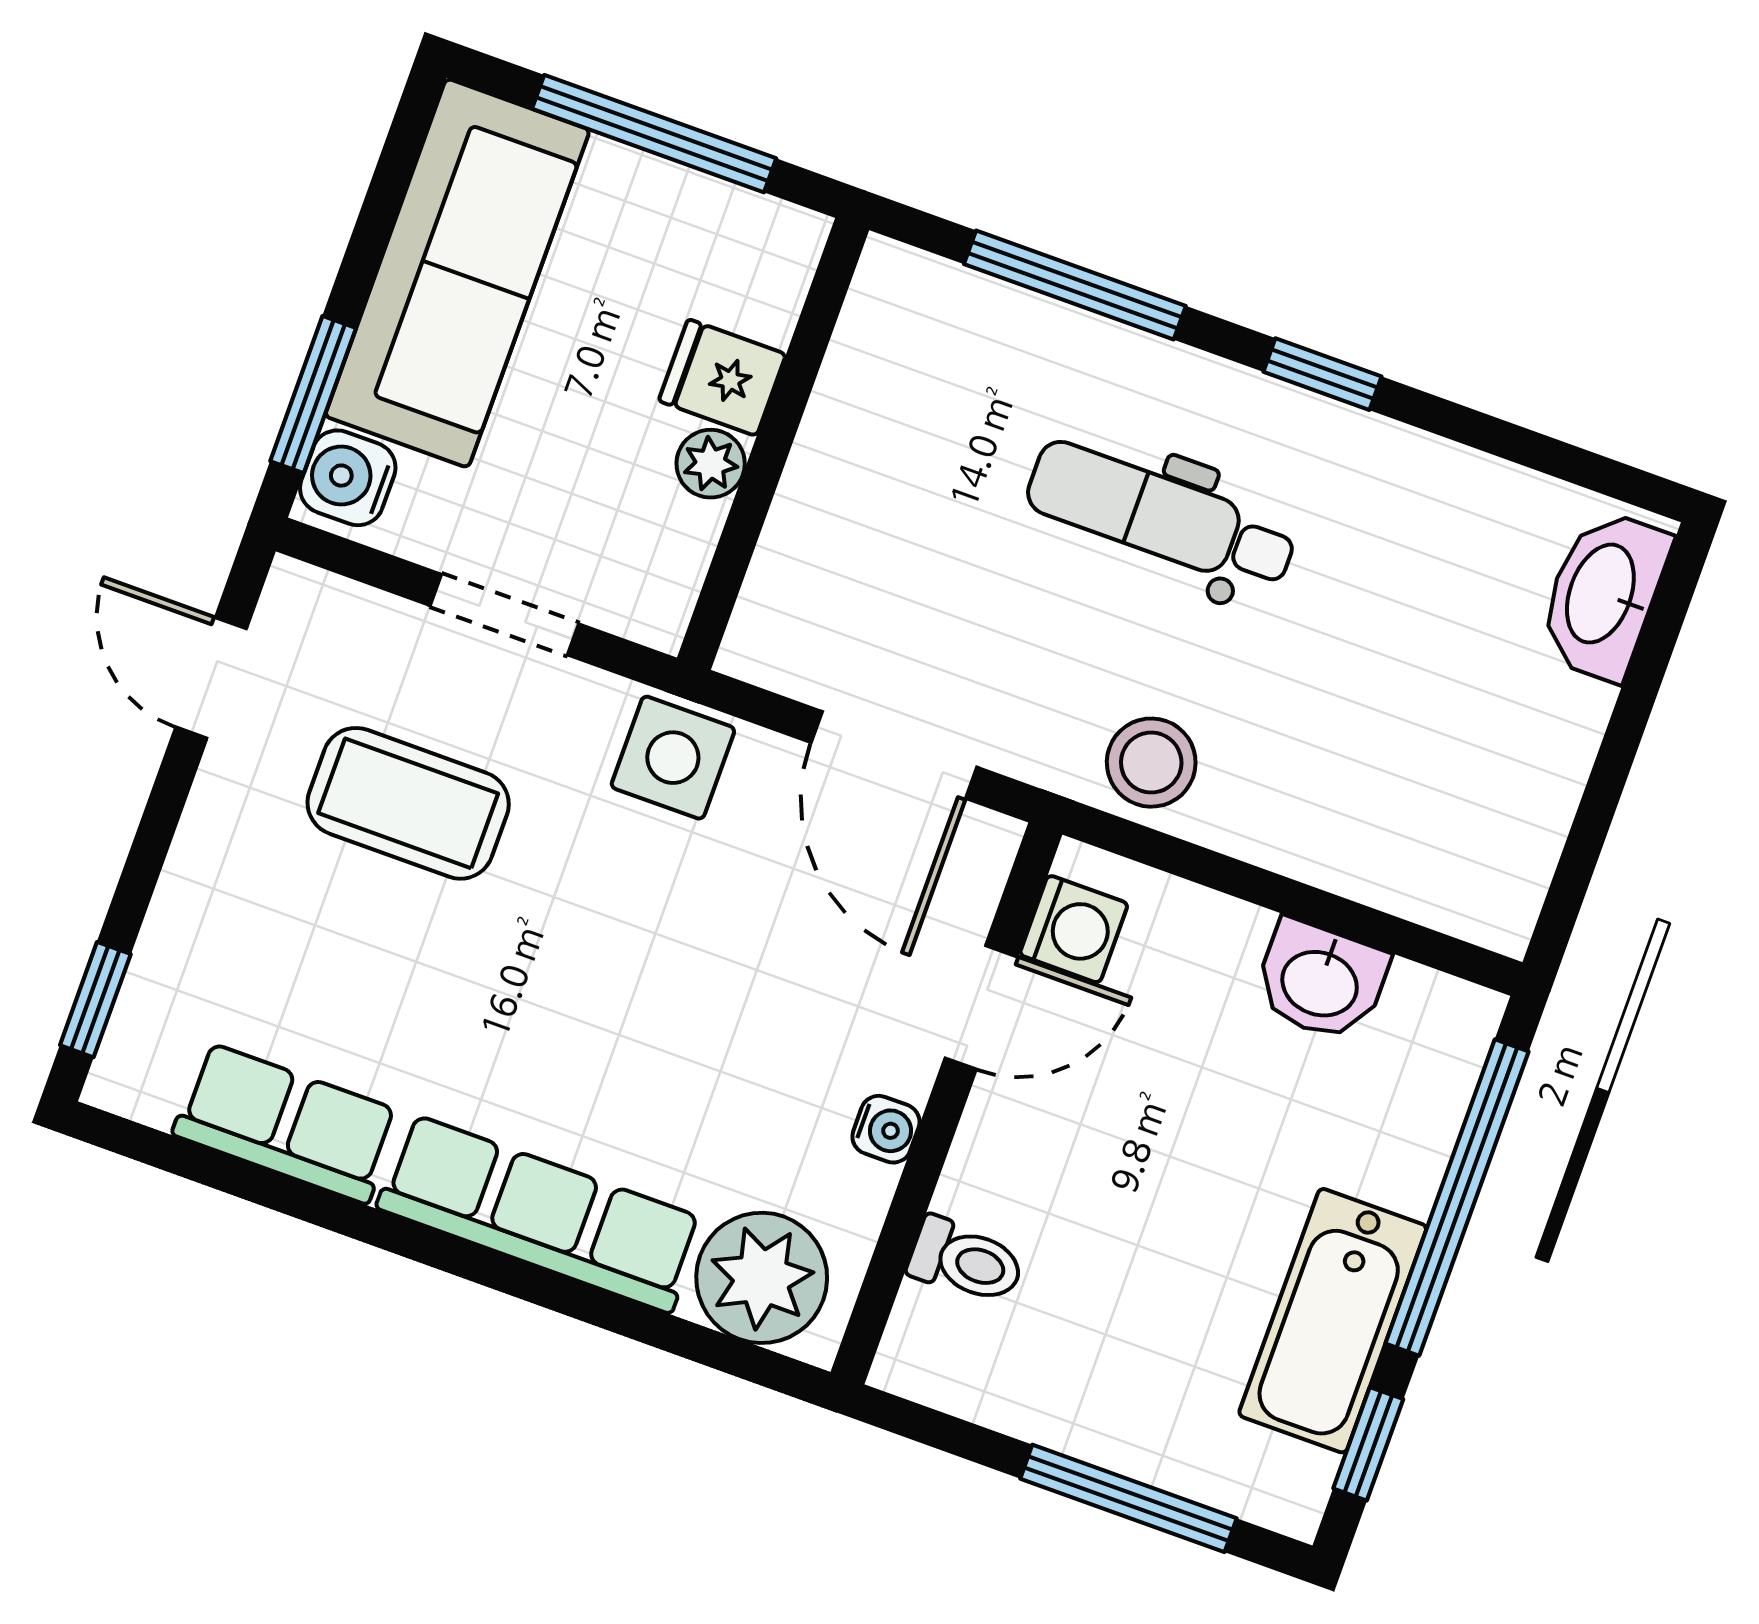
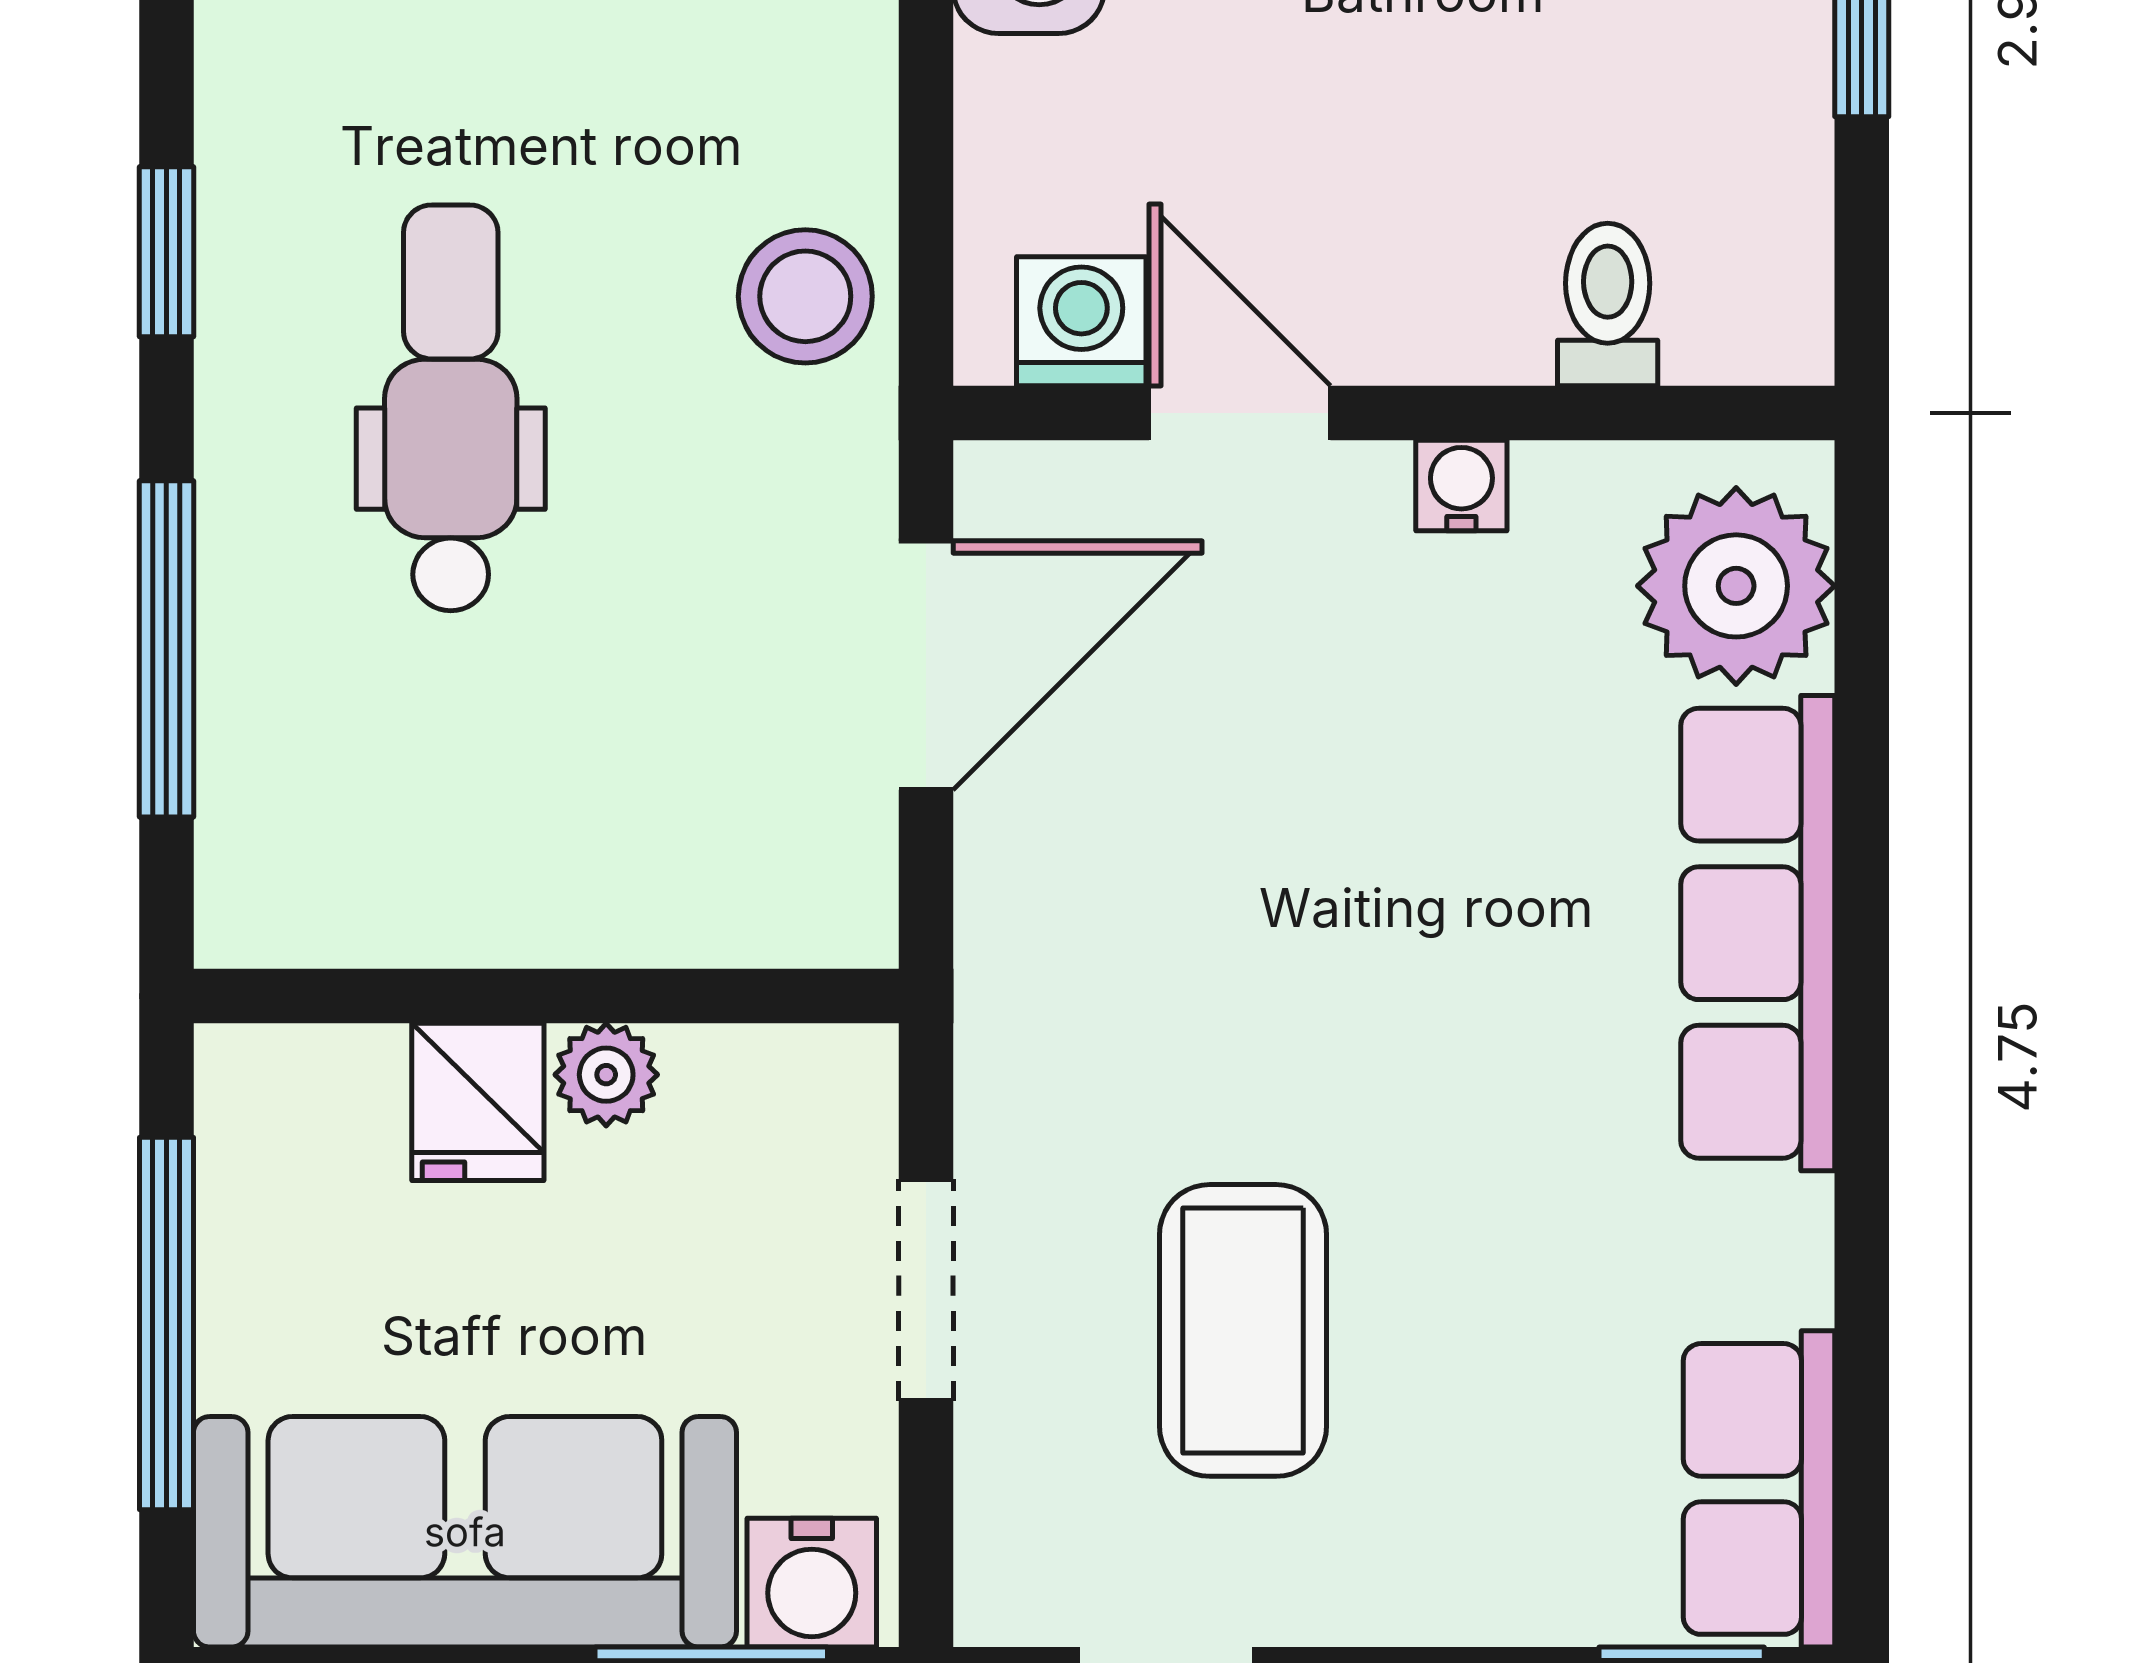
dental chair: (1161, 516) -> (451, 408), turned 180
side table: (673, 758) -> (1043, 978), removed
row of seats: (286, 1123) -> (1759, 1489), moved

